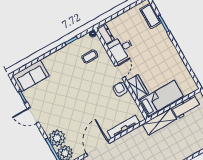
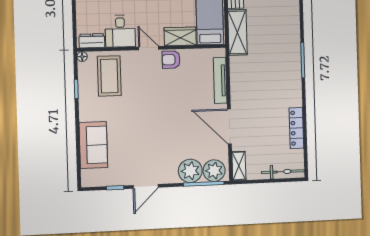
coffee table: (90, 57) -> (109, 76), width x1.86, depth x1.72
sofa: (31, 76) -> (93, 145), moved

